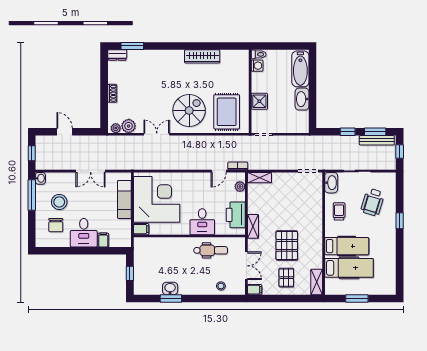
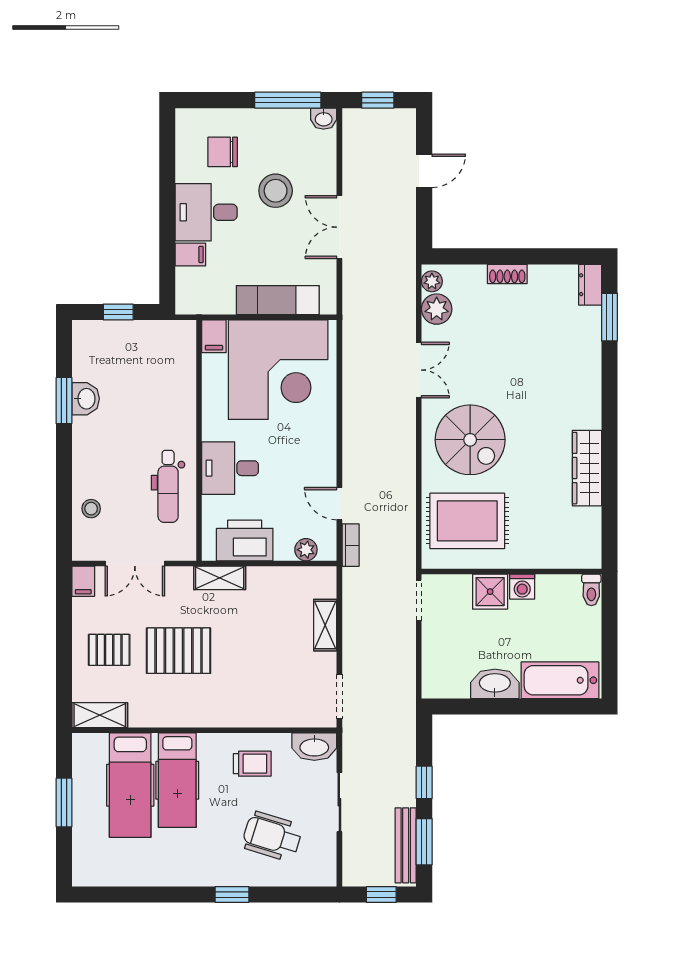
washing machine: (257, 66) -> (522, 587), moved
shelving: (259, 178) -> (325, 625), moved
stool: (59, 202) -> (276, 191), moved

